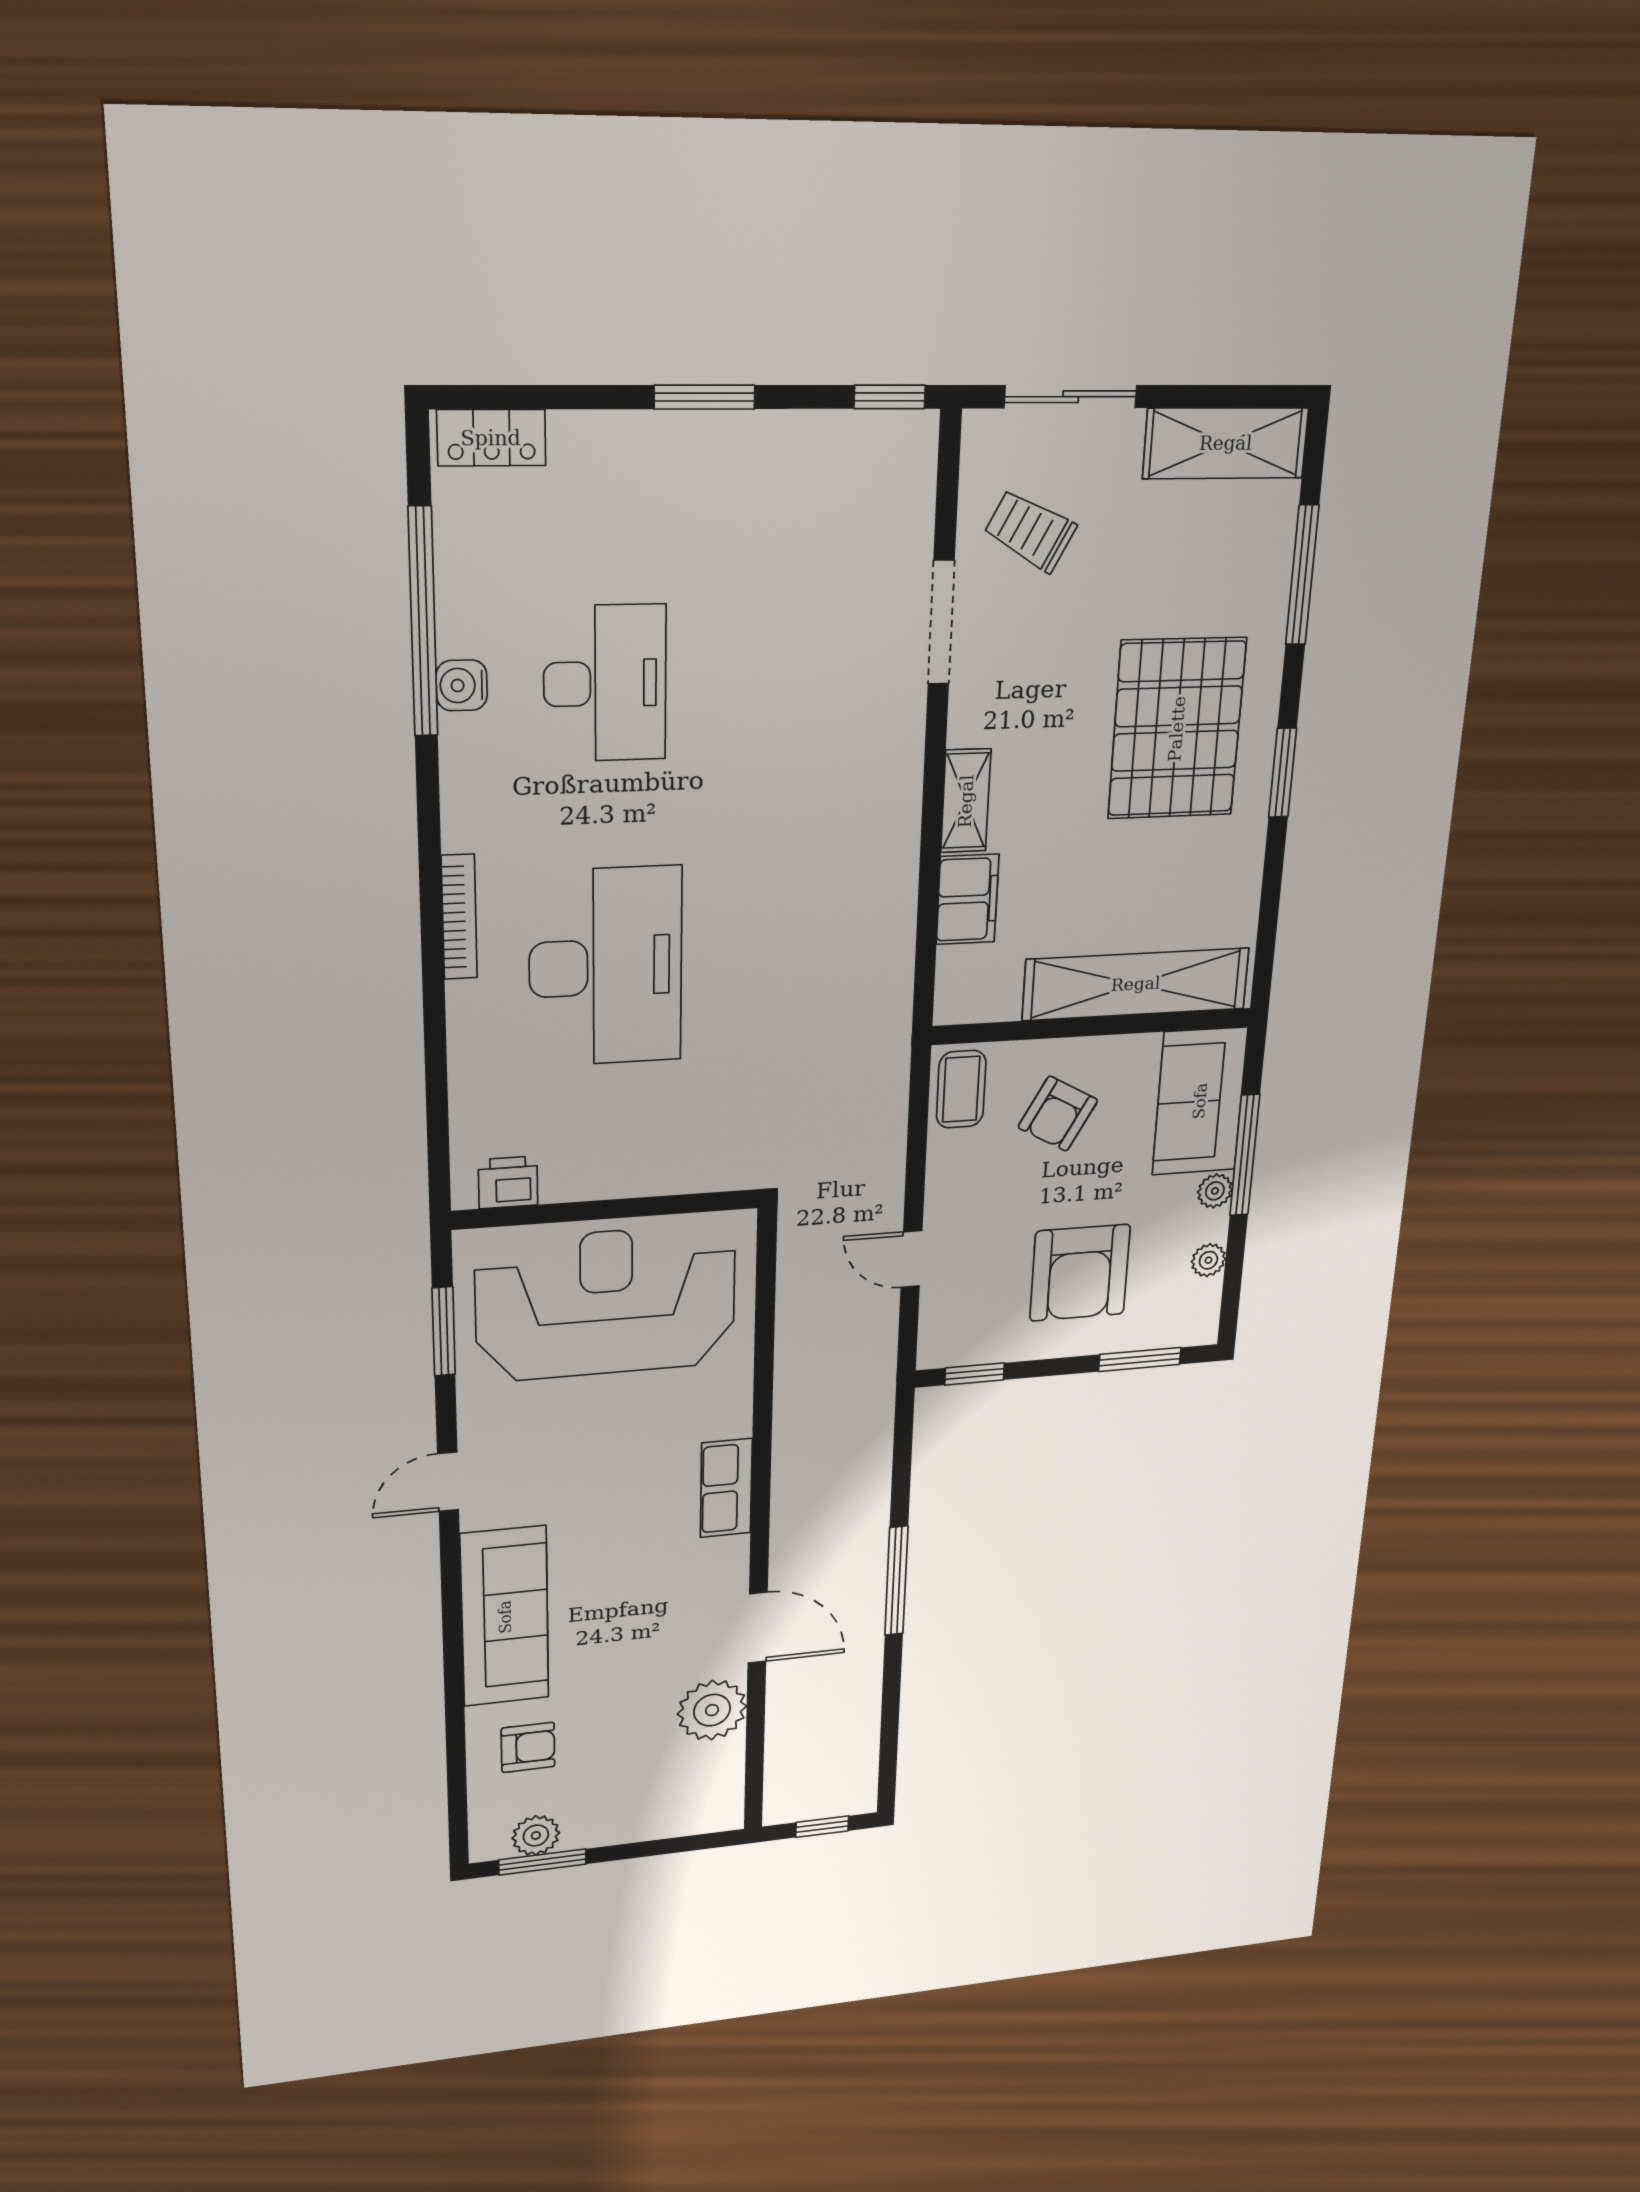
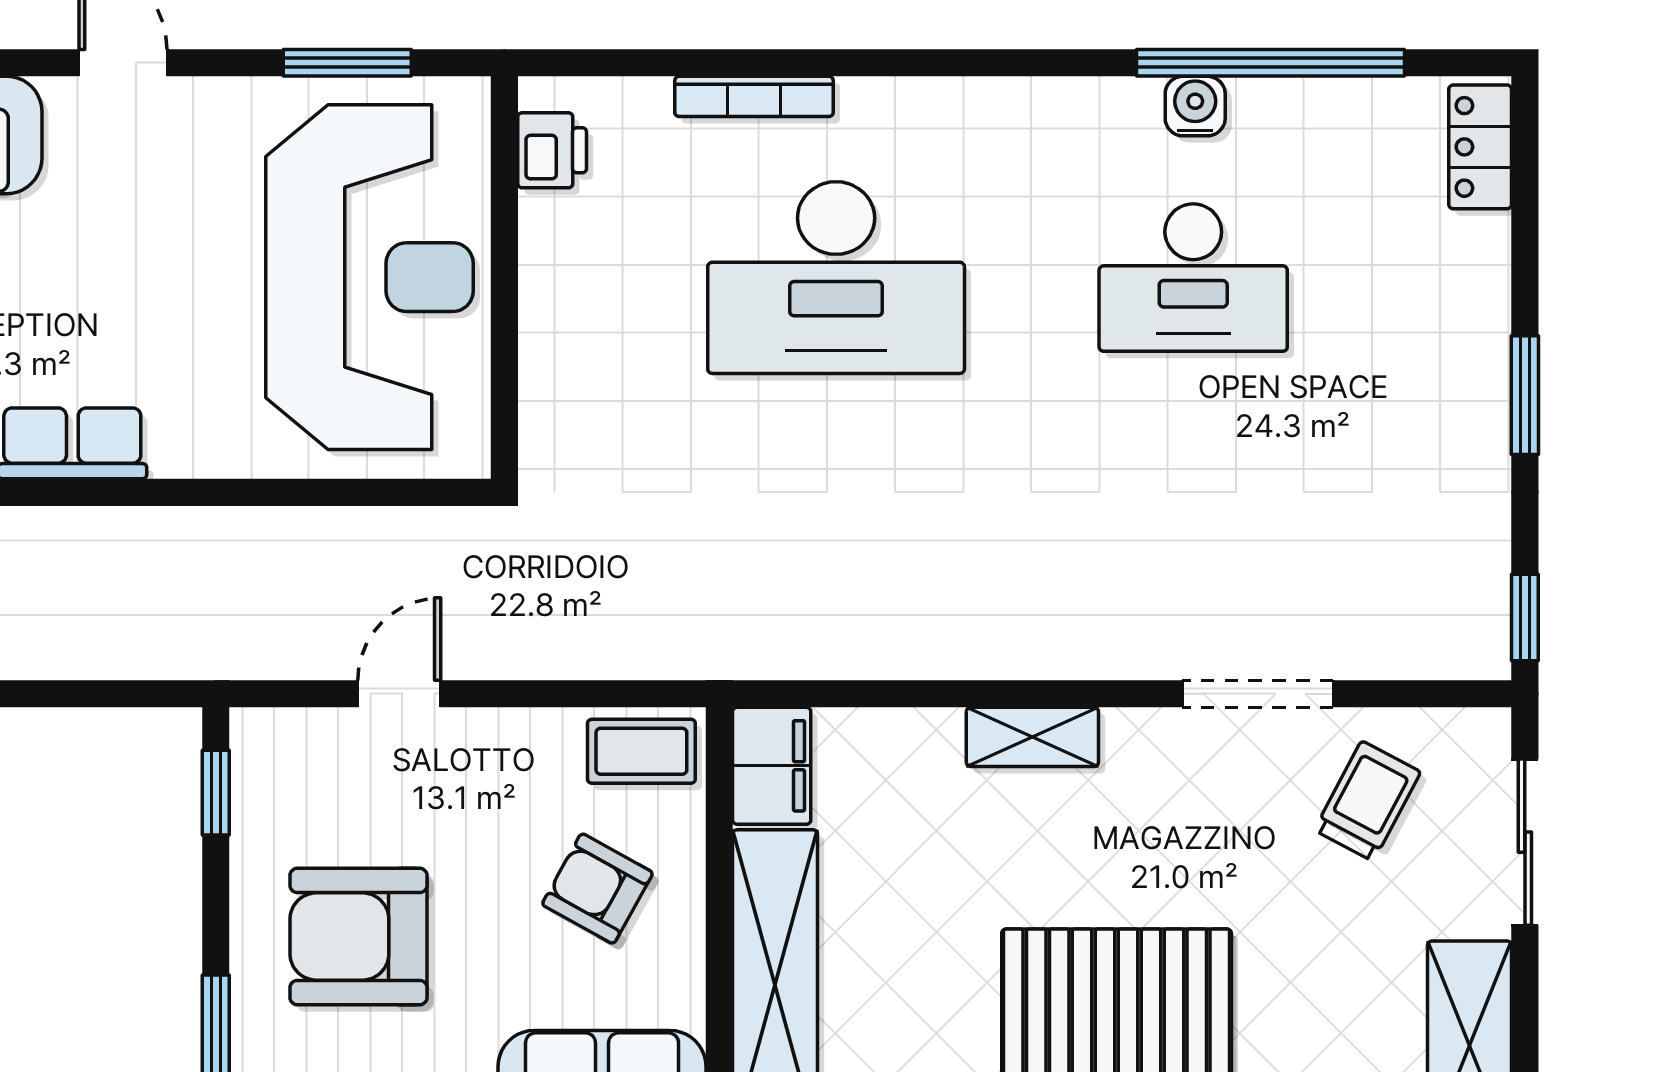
filing cabinet: (968, 899) -> (772, 766), moved, turned -90
bookcase: (459, 917) -> (754, 96), moved

